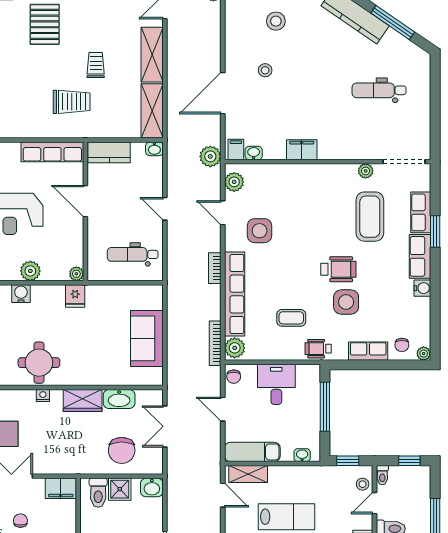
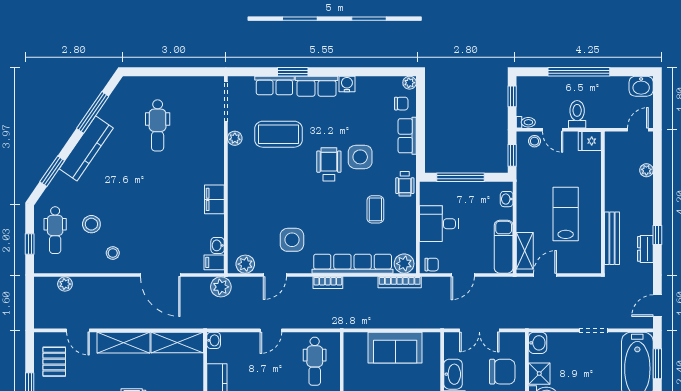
stool: (265, 70) -> (113, 253), moved

